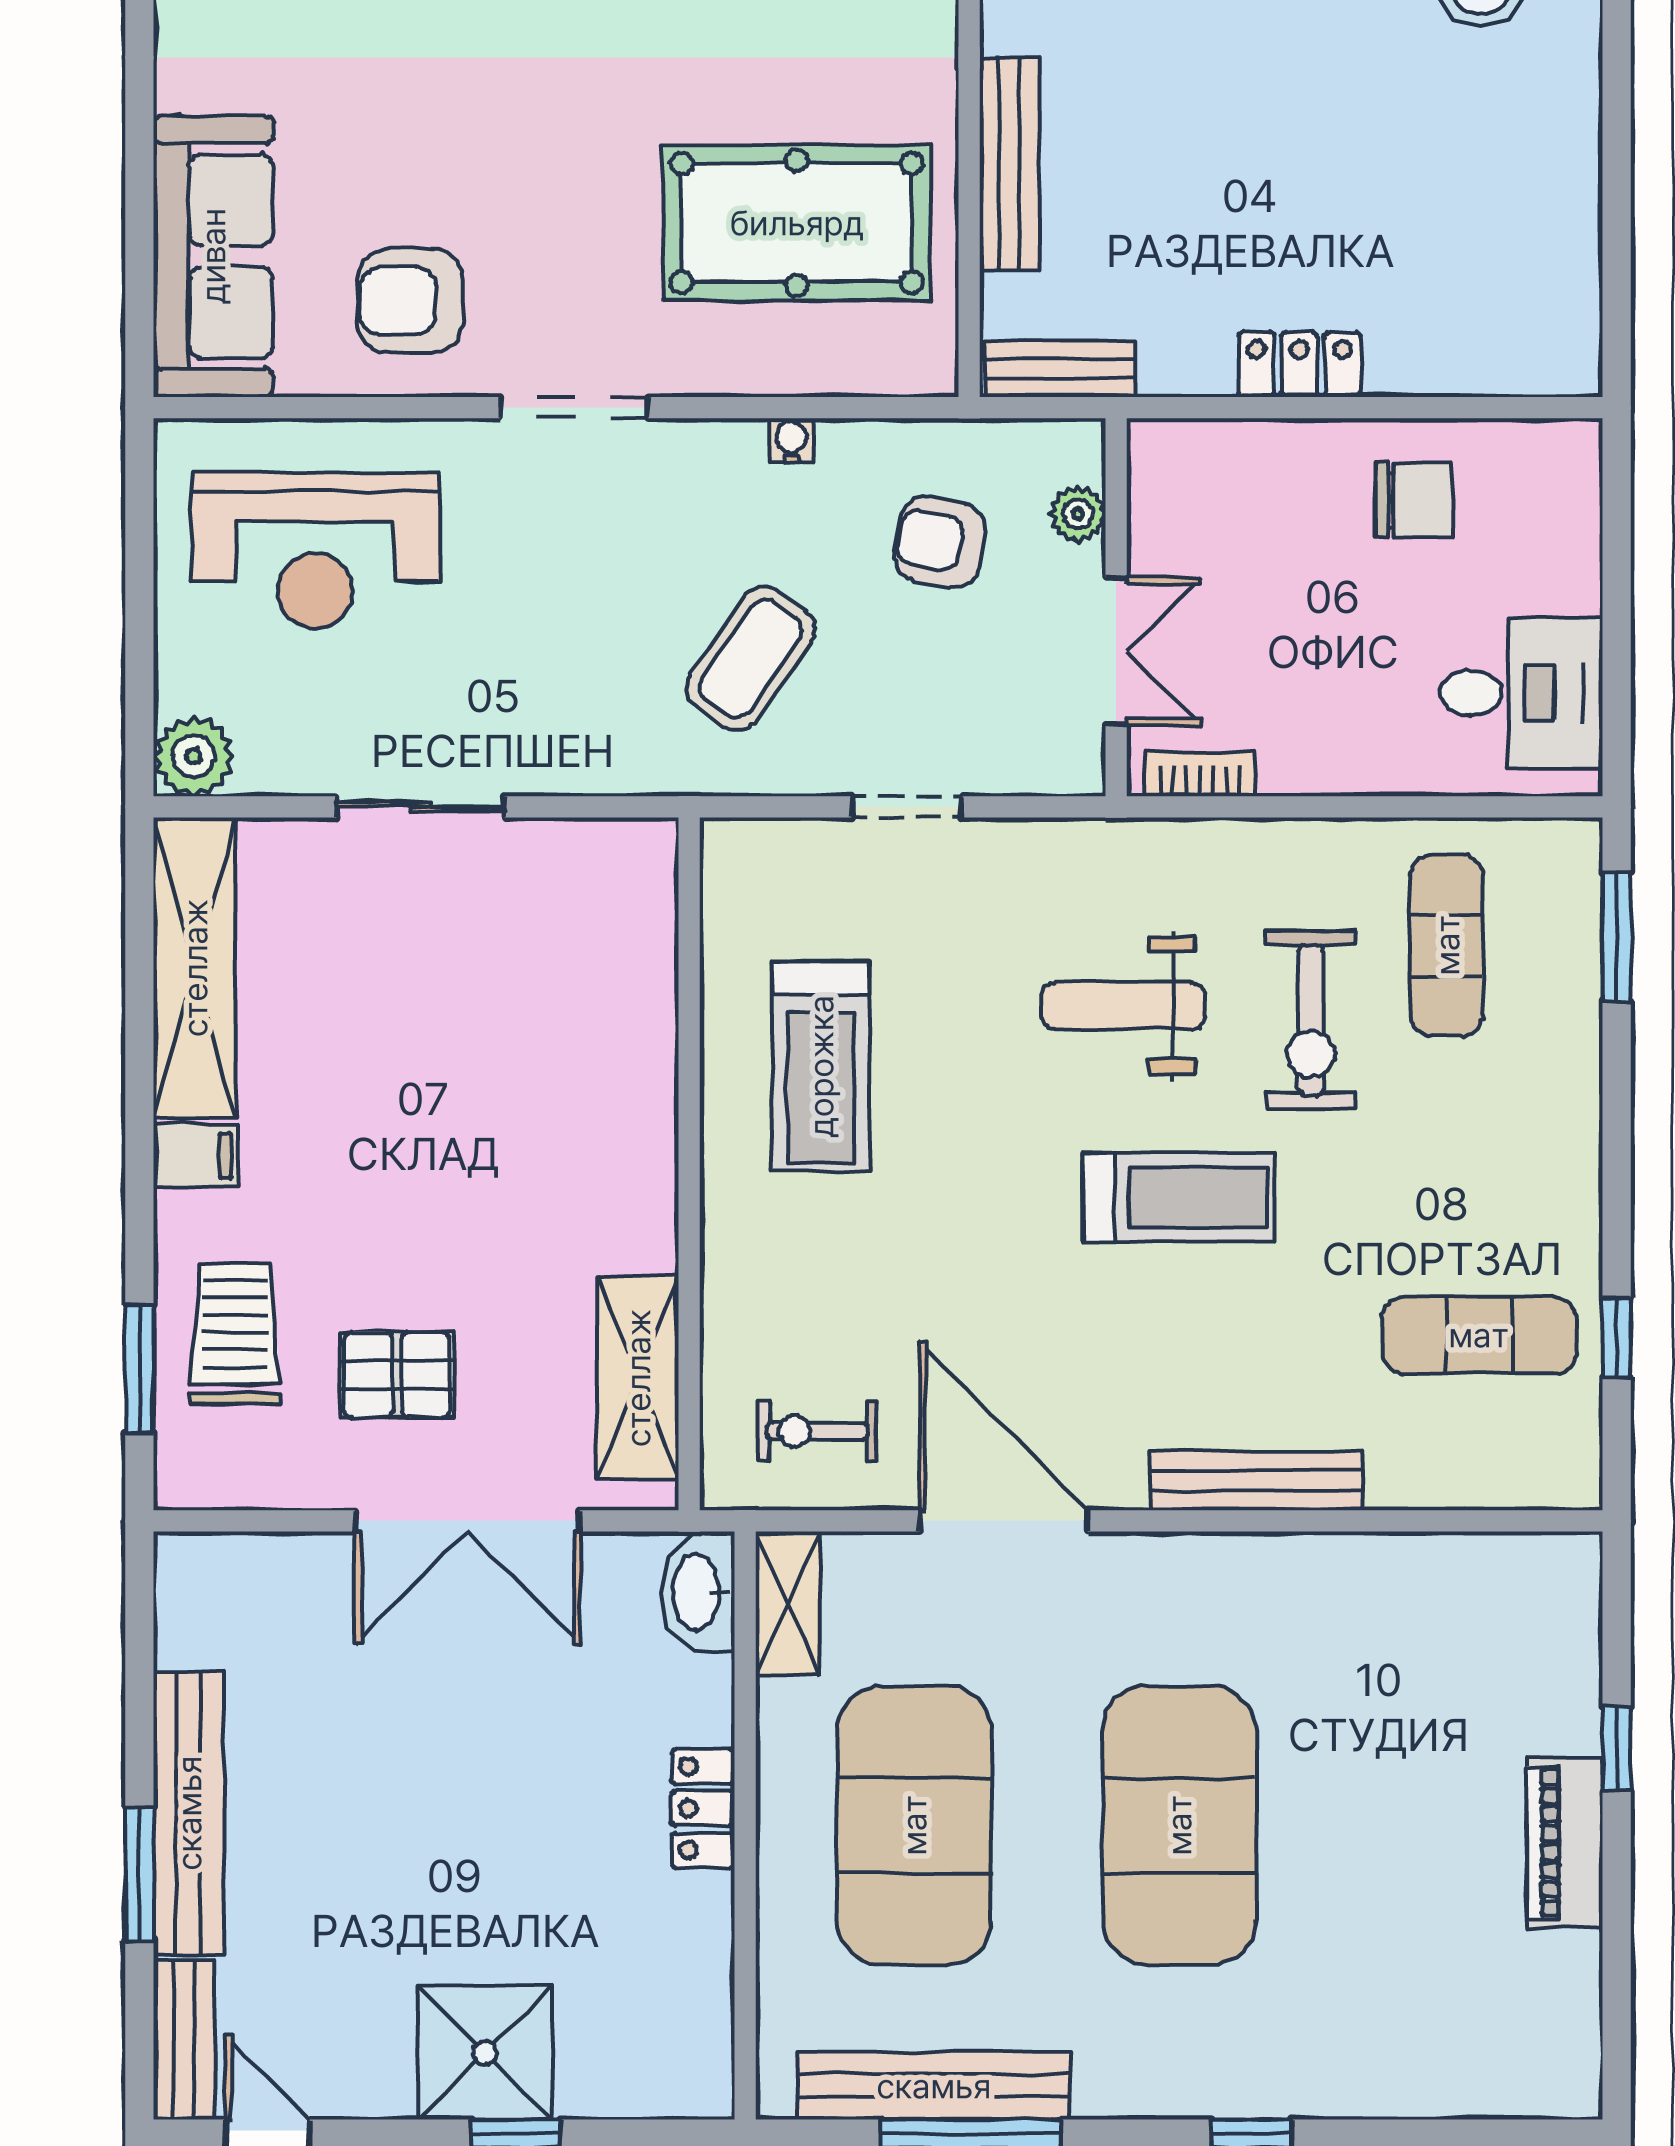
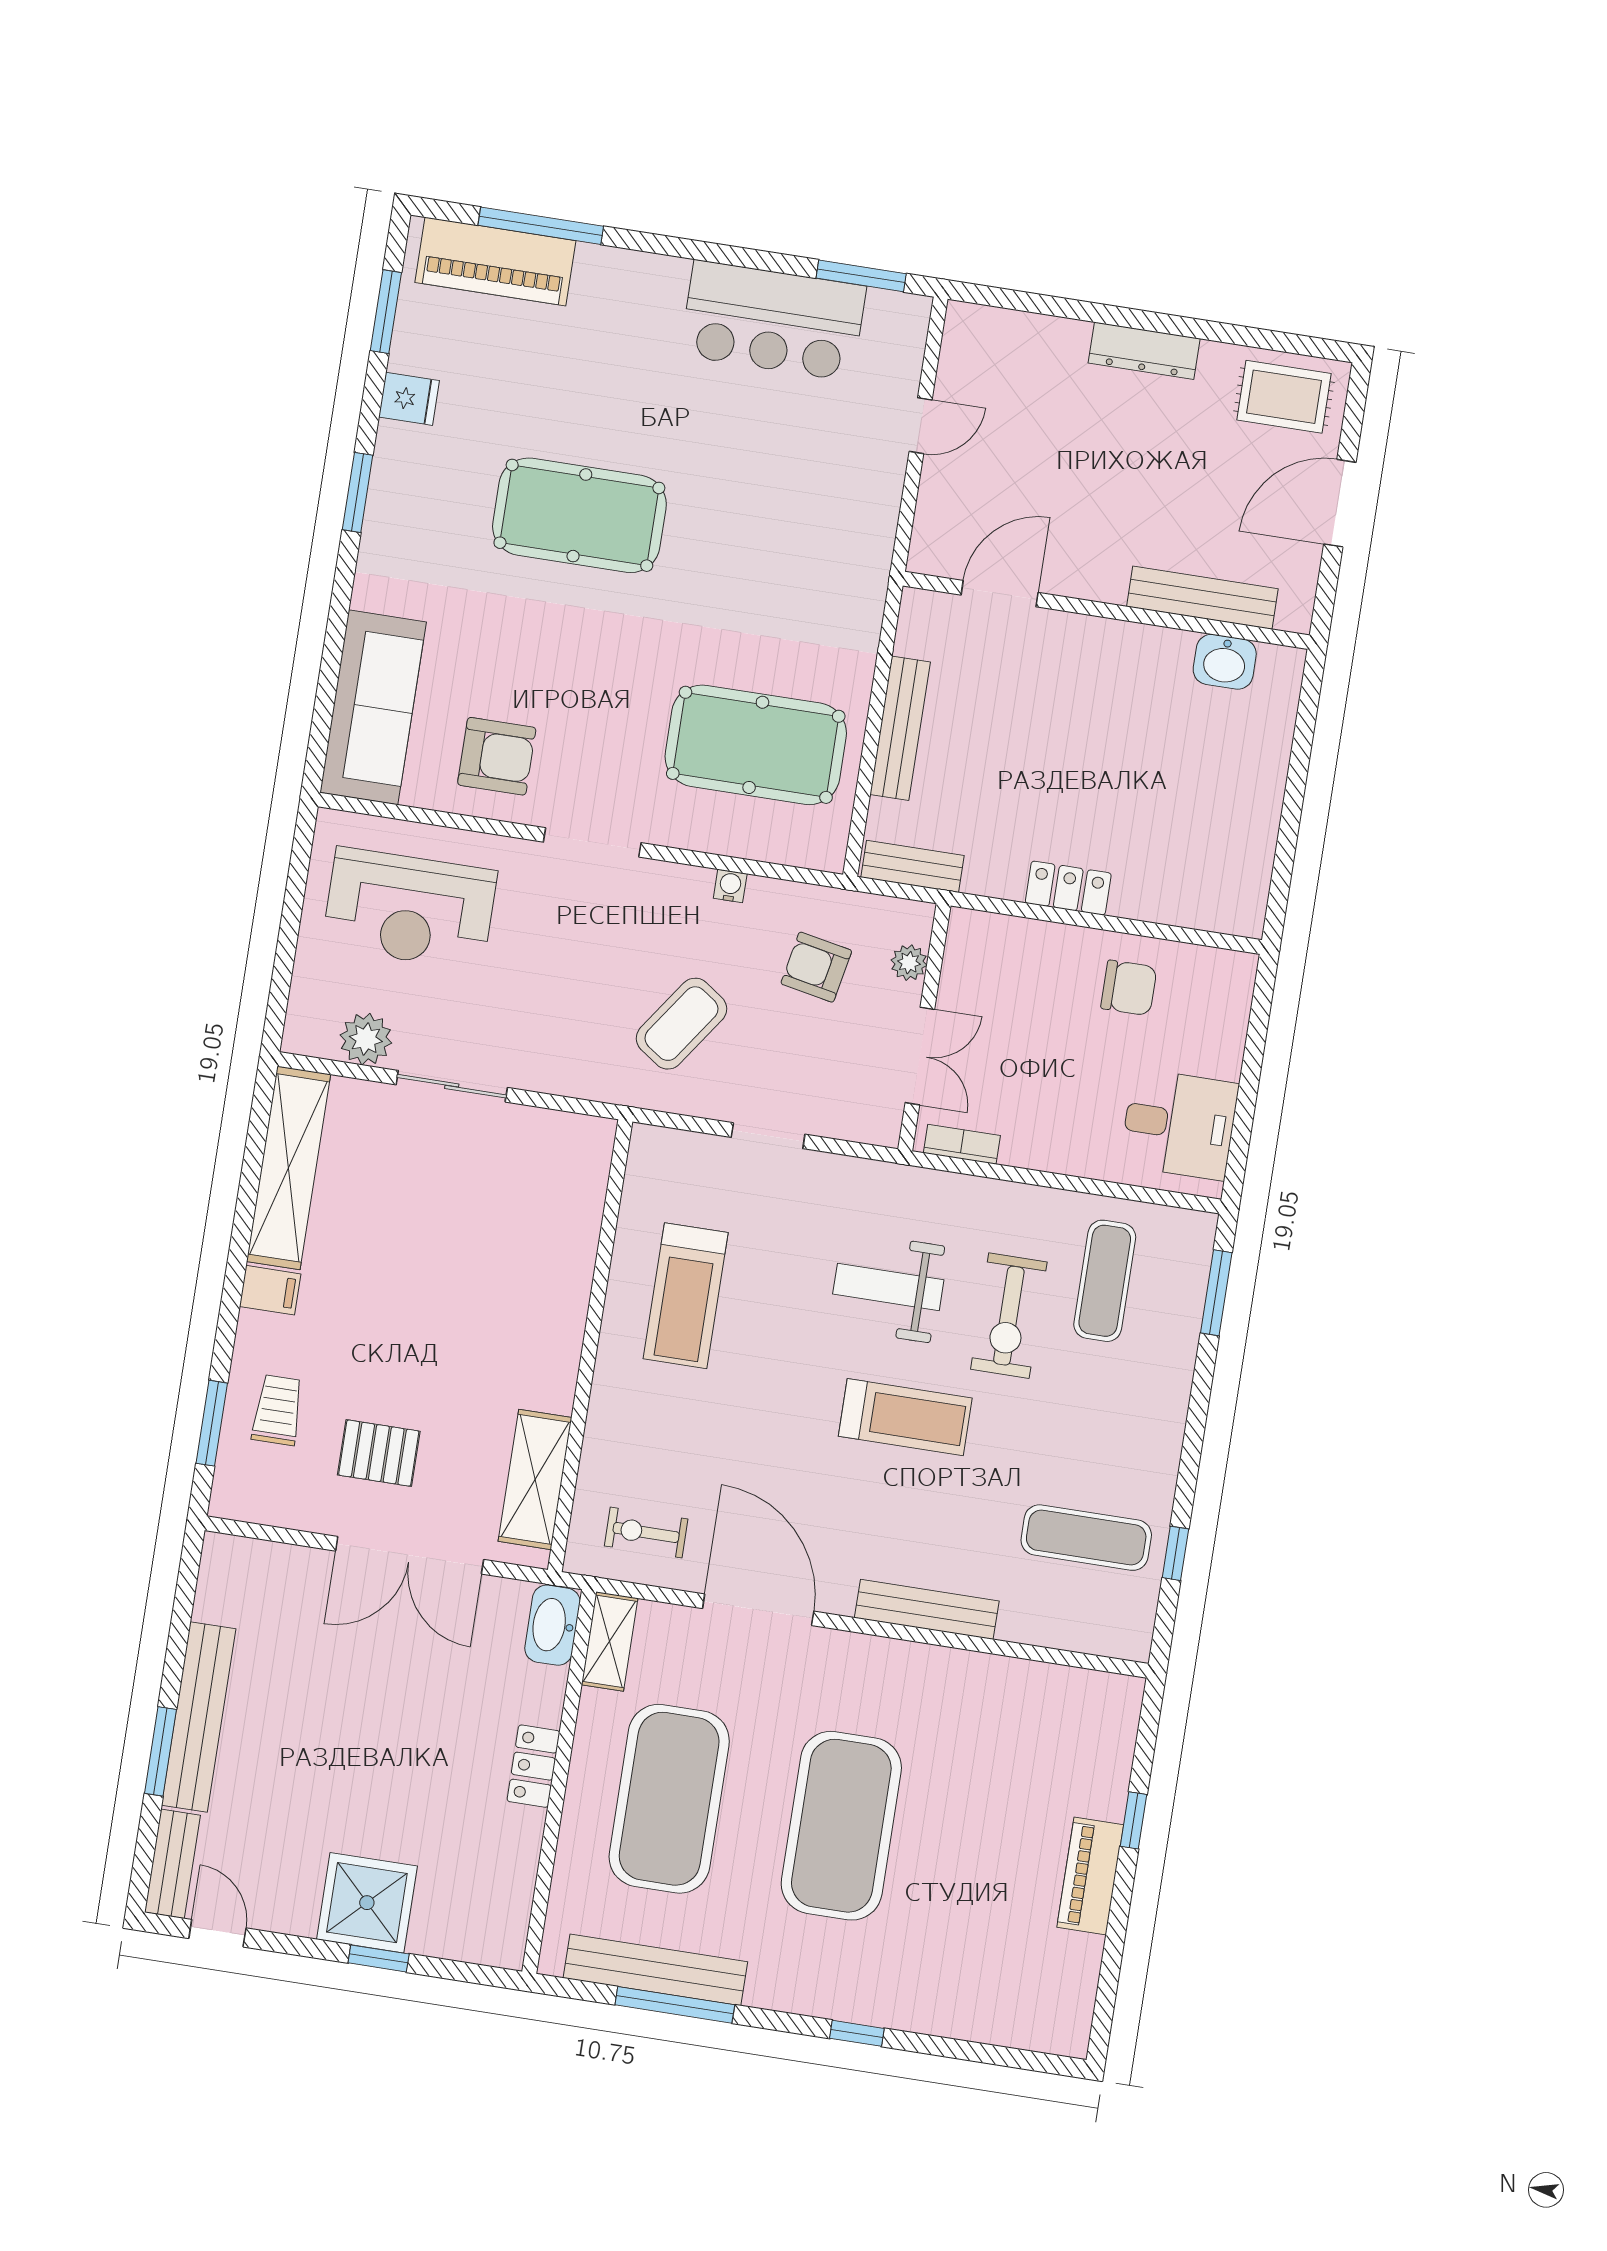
armchair: (410, 301) -> (497, 756), turned 180
plant: (194, 756) -> (366, 1039), moved
trolley: (235, 1334) -> (278, 1410), width x0.73, depth x0.72

